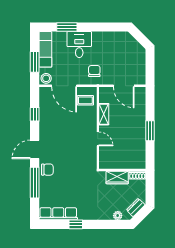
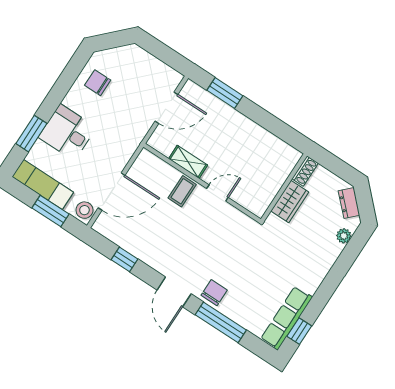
chair: (94, 71) -> (98, 83), moved
coffee table: (85, 100) -> (182, 191), moved
window: (150, 131) -> (225, 93), moved
window: (76, 224) -> (299, 331), moved

